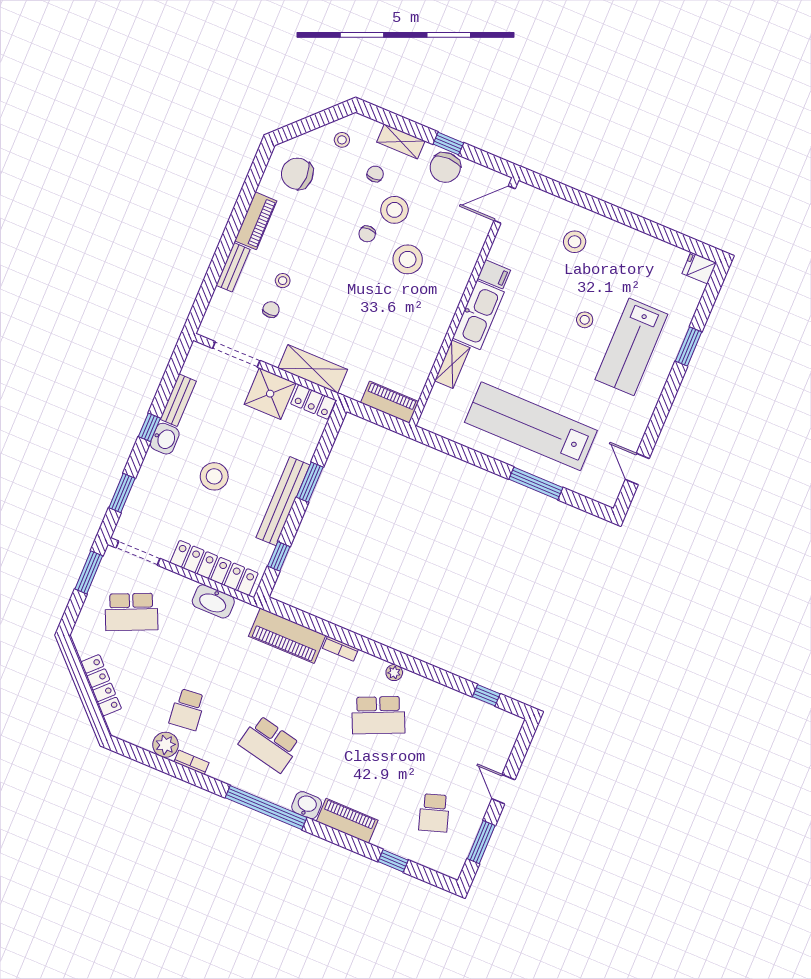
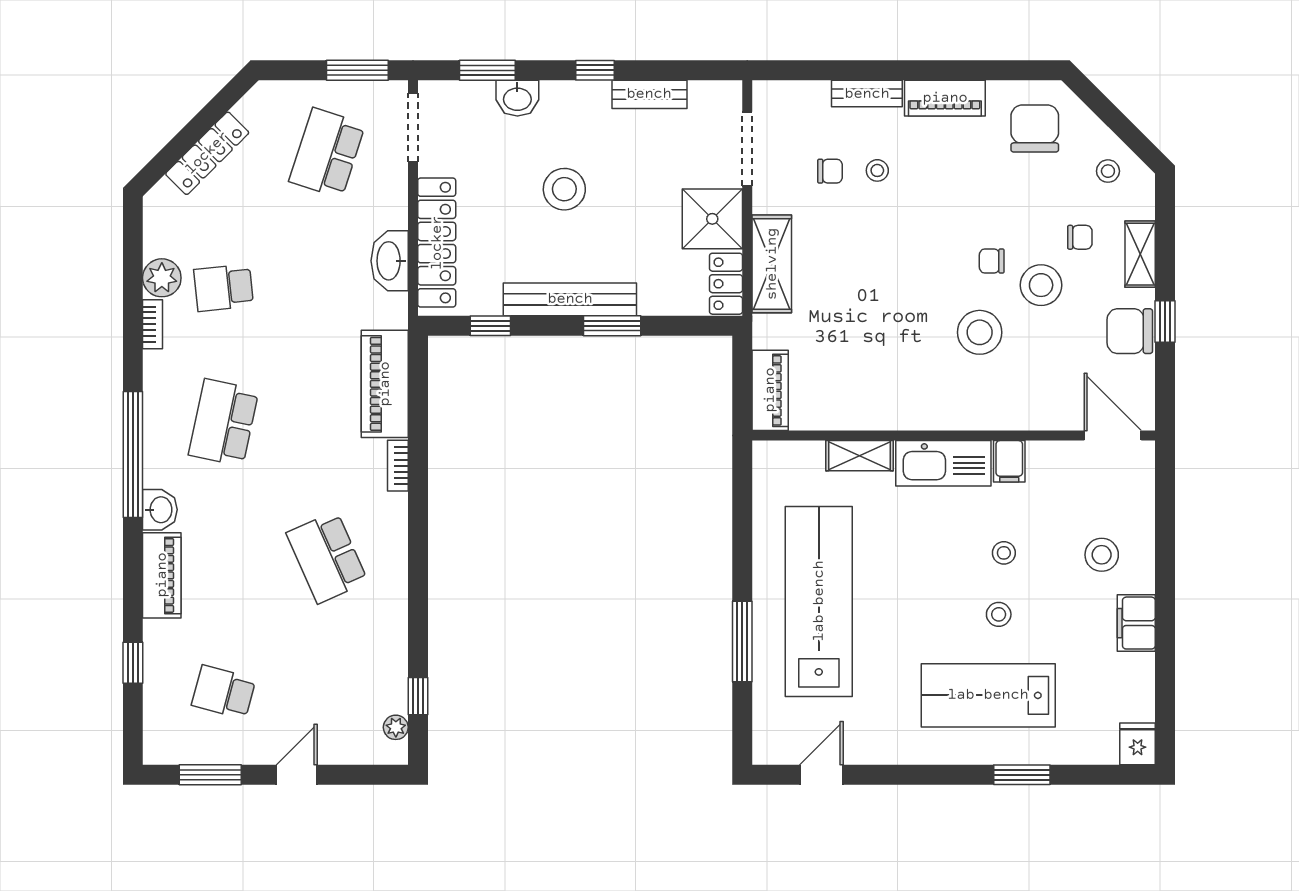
filing cabinet: (625, 238) -> (1136, 623), added
stool: (548, 301) -> (1004, 553), added
washbasin: (165, 439) -> (517, 98), moved
school desk: (131, 612) -> (327, 153), turned 42
plant: (394, 673) -> (396, 727), moved
school desk: (434, 813) -> (224, 692), turned 33

